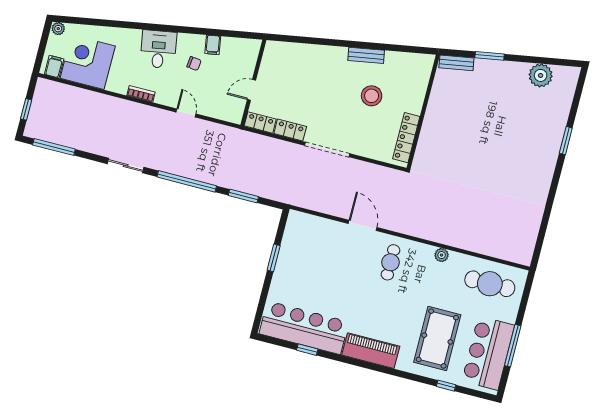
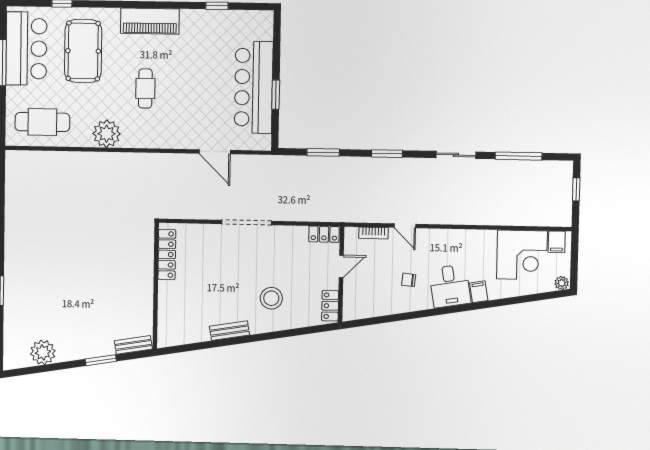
filing cabinet: (213, 45) -> (479, 292), moved
bookcase: (141, 94) -> (374, 233), moved
stool: (372, 96) -> (271, 298), moved
locker: (290, 130) -> (330, 306), moved, turned 90
window: (54, 147) -> (519, 156), moved
window: (187, 181) -> (387, 154), width x0.47
door: (363, 225) -> (215, 152), moved
plant: (442, 255) -> (107, 134), width x1.87, depth x1.87
cafe table: (390, 262) -> (145, 88), moved
bar counter: (304, 328) -> (254, 87), moved, turned 90

